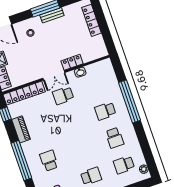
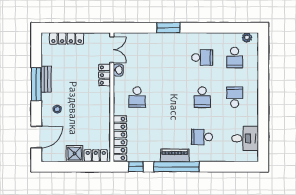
double door: (54, 75) -> (112, 50), moved
window: (130, 101) -> (168, 28), width x0.47
school desk: (105, 111) -> (202, 97), moved
piano: (21, 129) -> (175, 155), moved
window: (21, 161) -> (177, 167), moved

